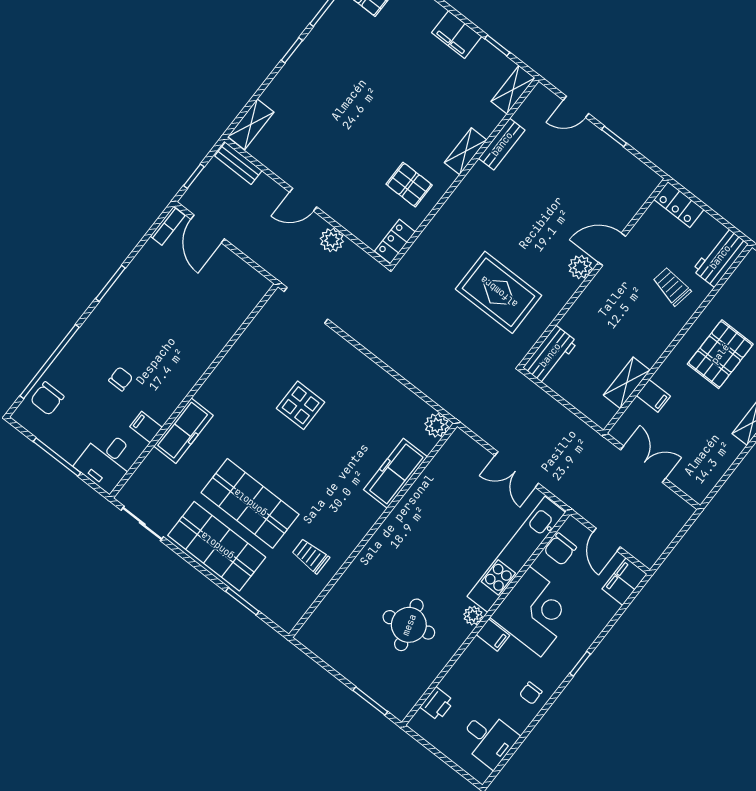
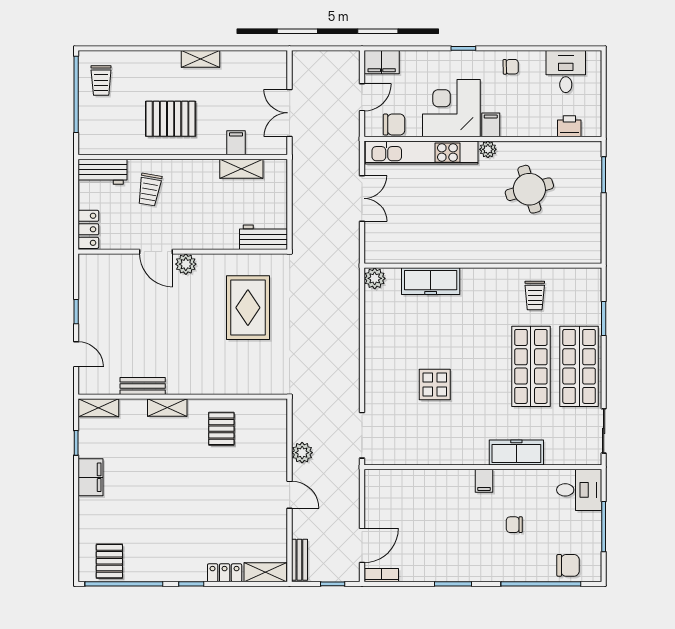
locker: (395, 242) -> (225, 573), moved, turned 180
filing cabinet: (146, 427) -> (484, 481), moved

